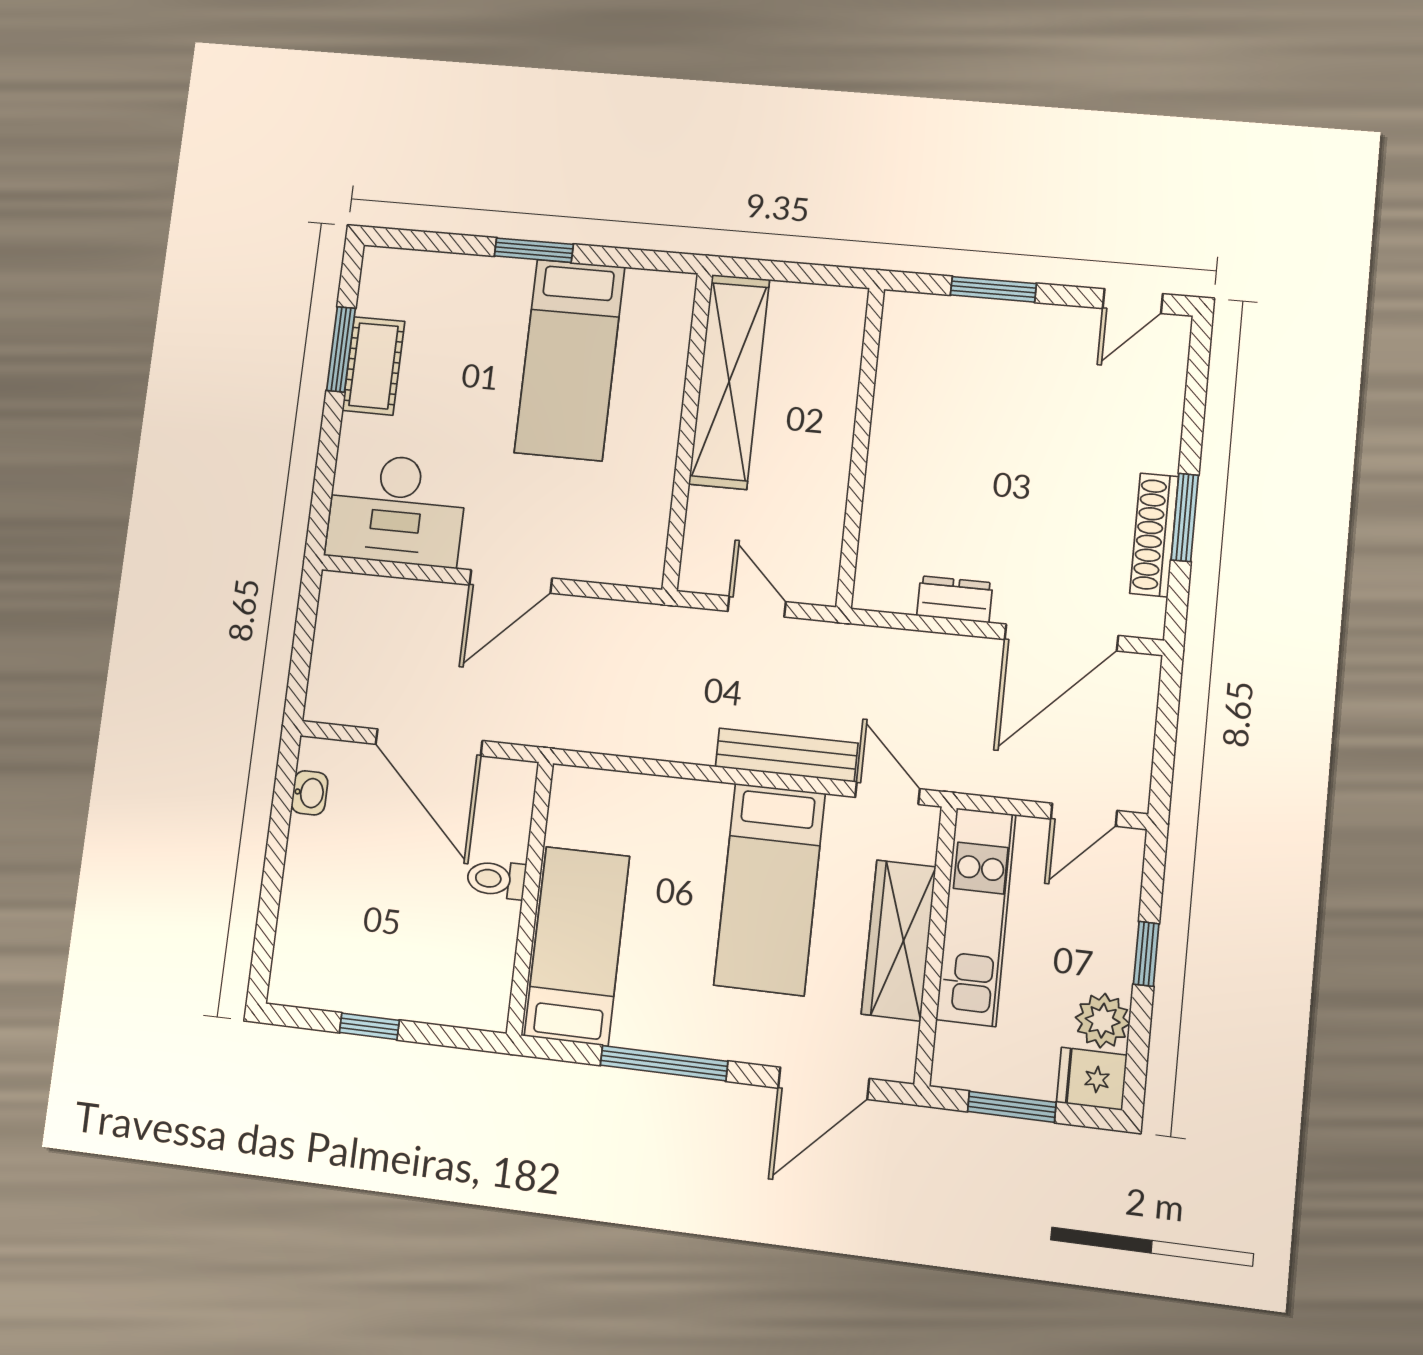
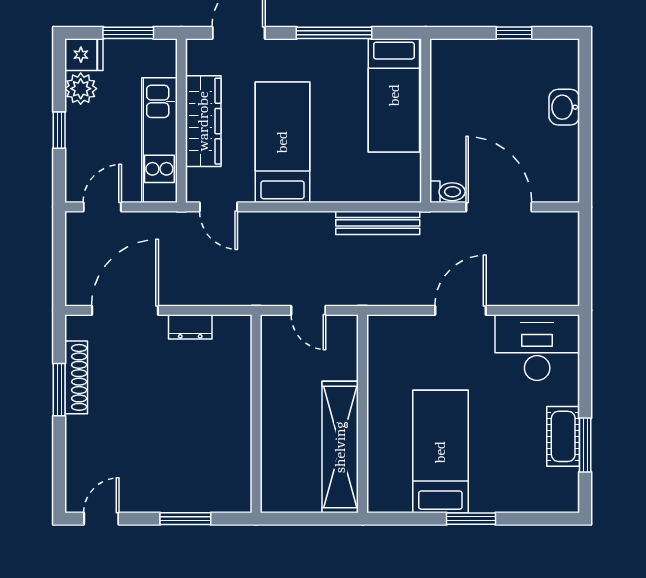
bench: (787, 755) -> (378, 223), moved
washbasin: (310, 793) -> (564, 107), moved, width x1.38, depth x1.45
toilet: (496, 879) -> (448, 192), moved

